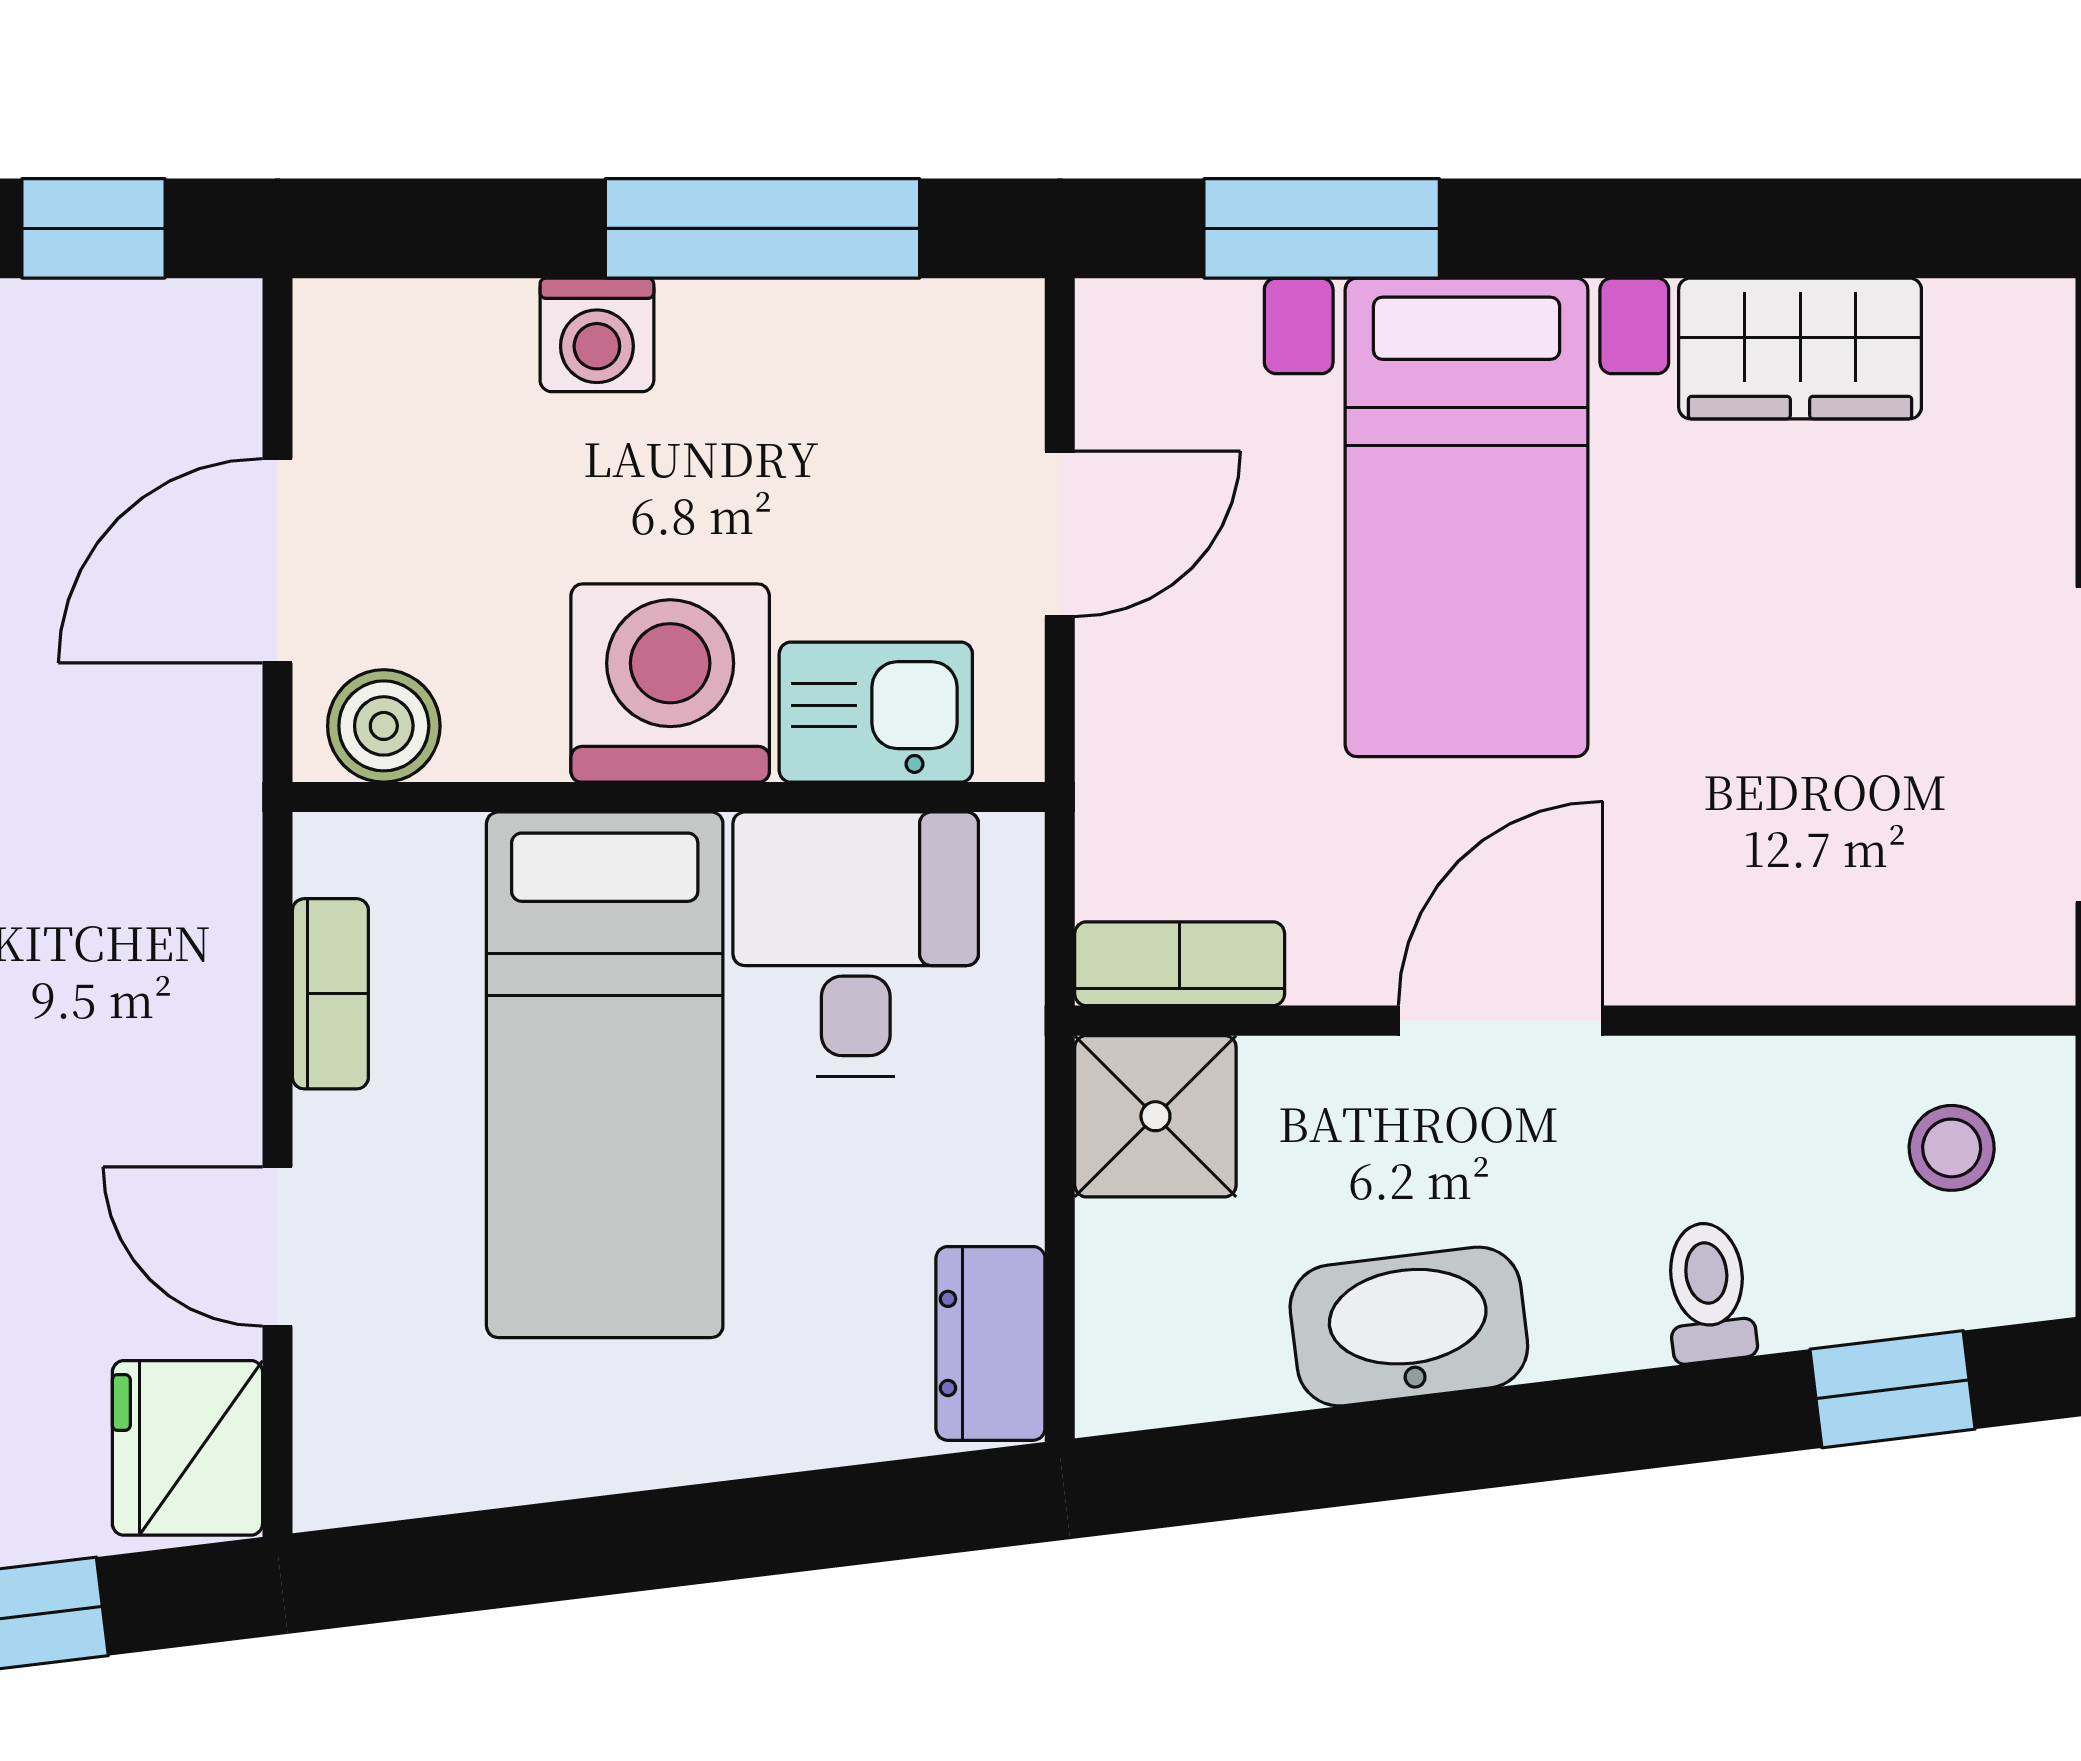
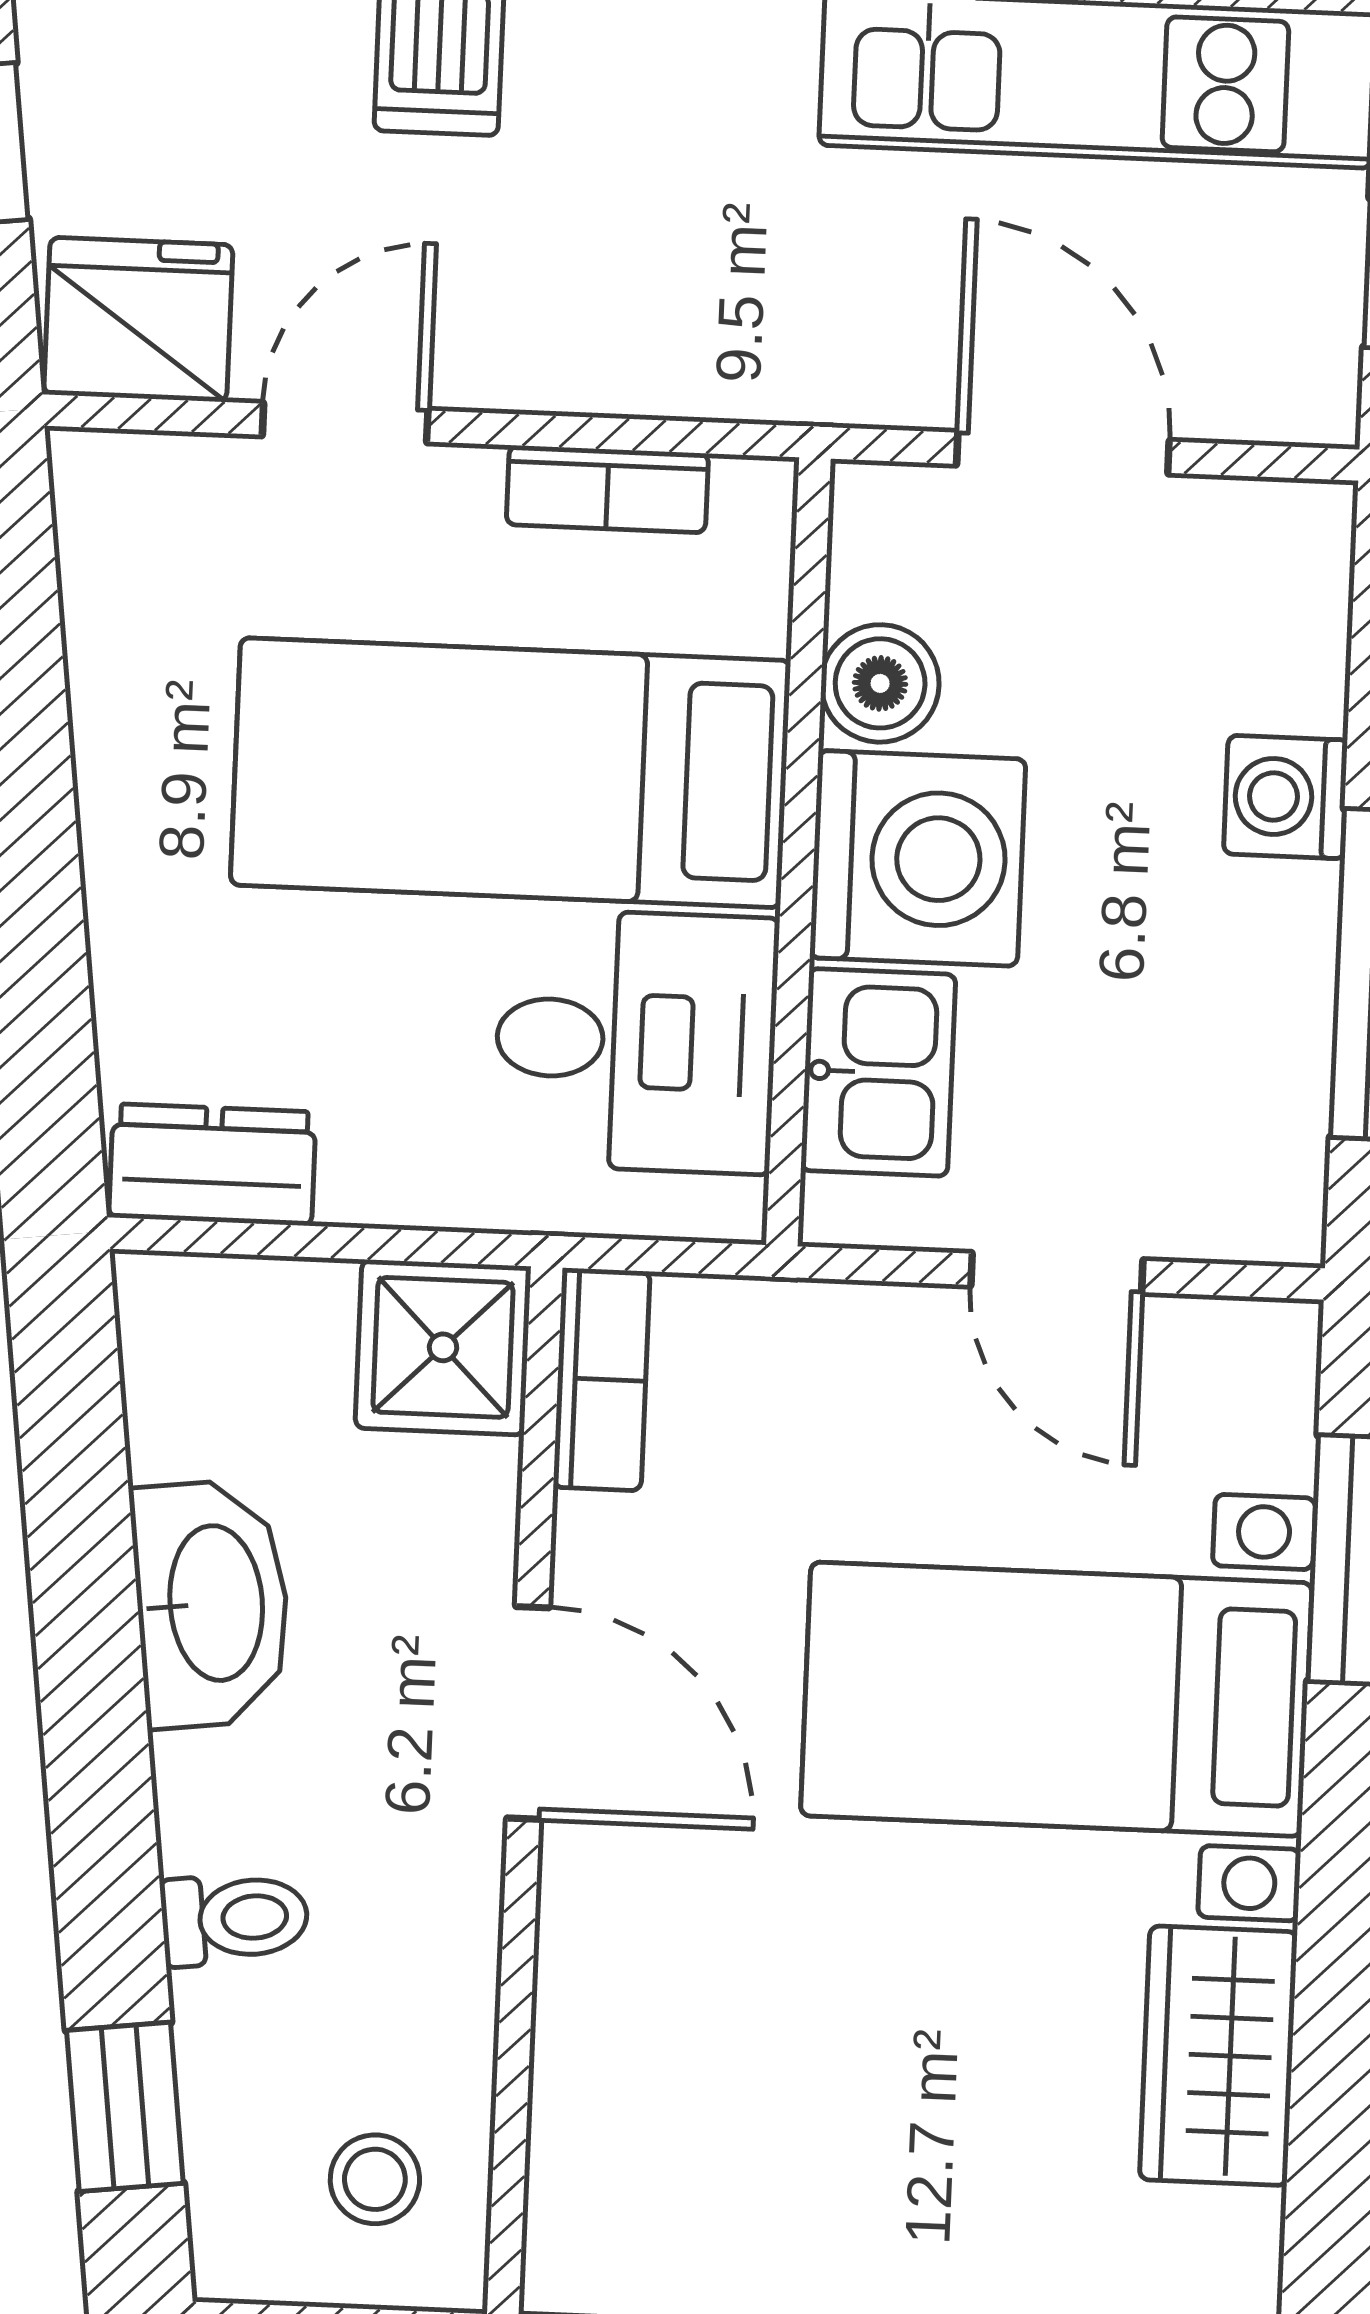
boiler: (384, 726) -> (880, 683), moved

